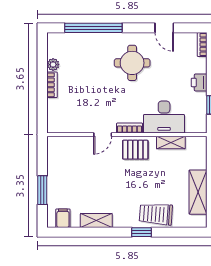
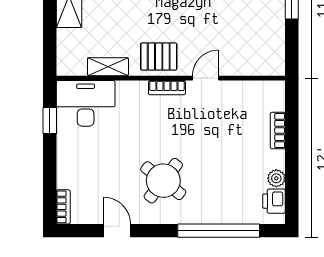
round table: (132, 63) -> (163, 181), turned 38
printer: (199, 82) -> (274, 201), moved, turned 180
bookcase: (52, 85) -> (278, 131), moved
desk: (164, 117) -> (86, 103), moved

